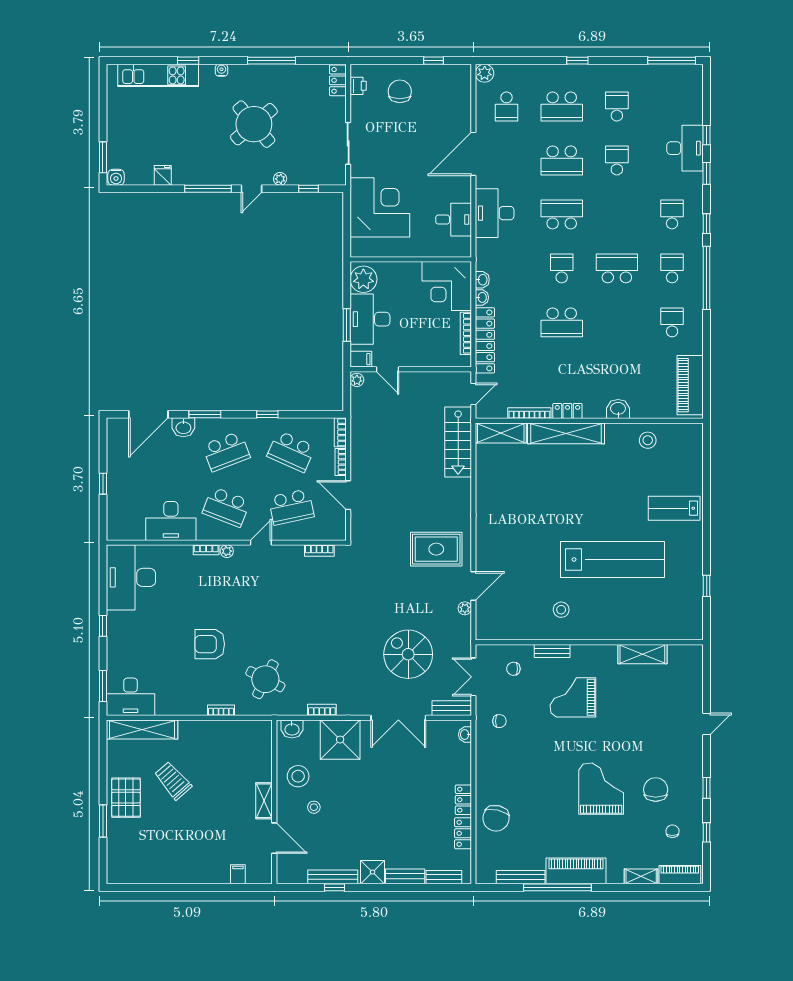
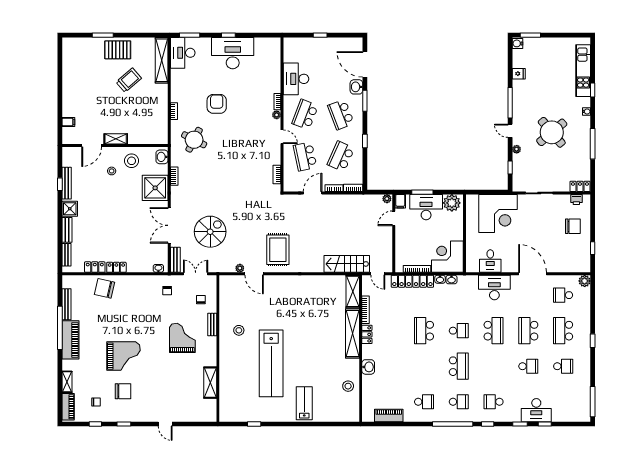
school desk: (672, 214) -> (494, 402), turned 180
piano: (690, 385) -> (389, 415), width x0.73, depth x0.75
desk: (131, 577) -> (233, 53), moved

